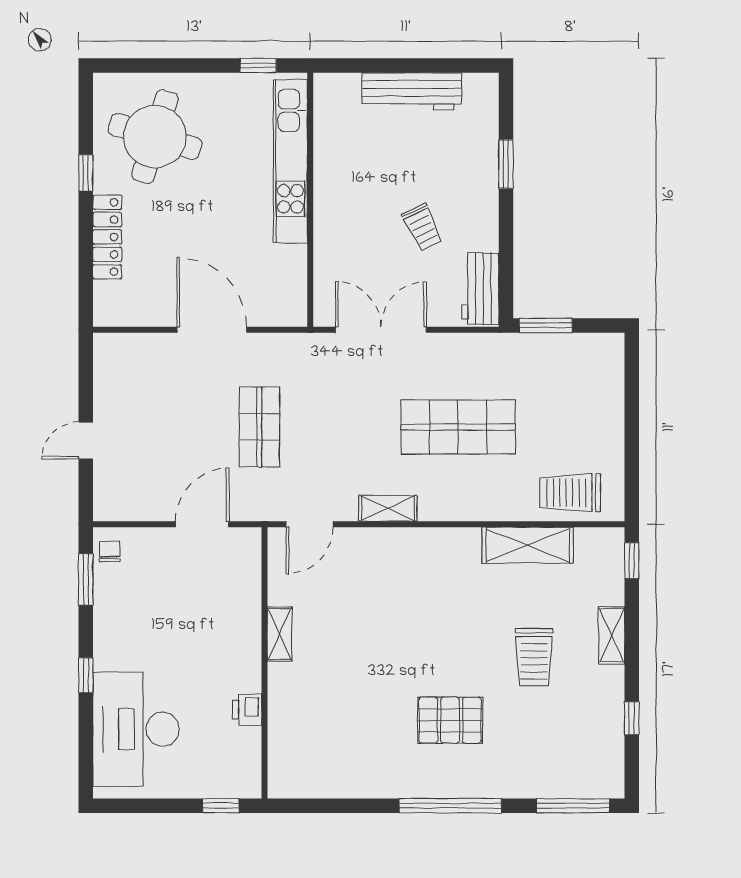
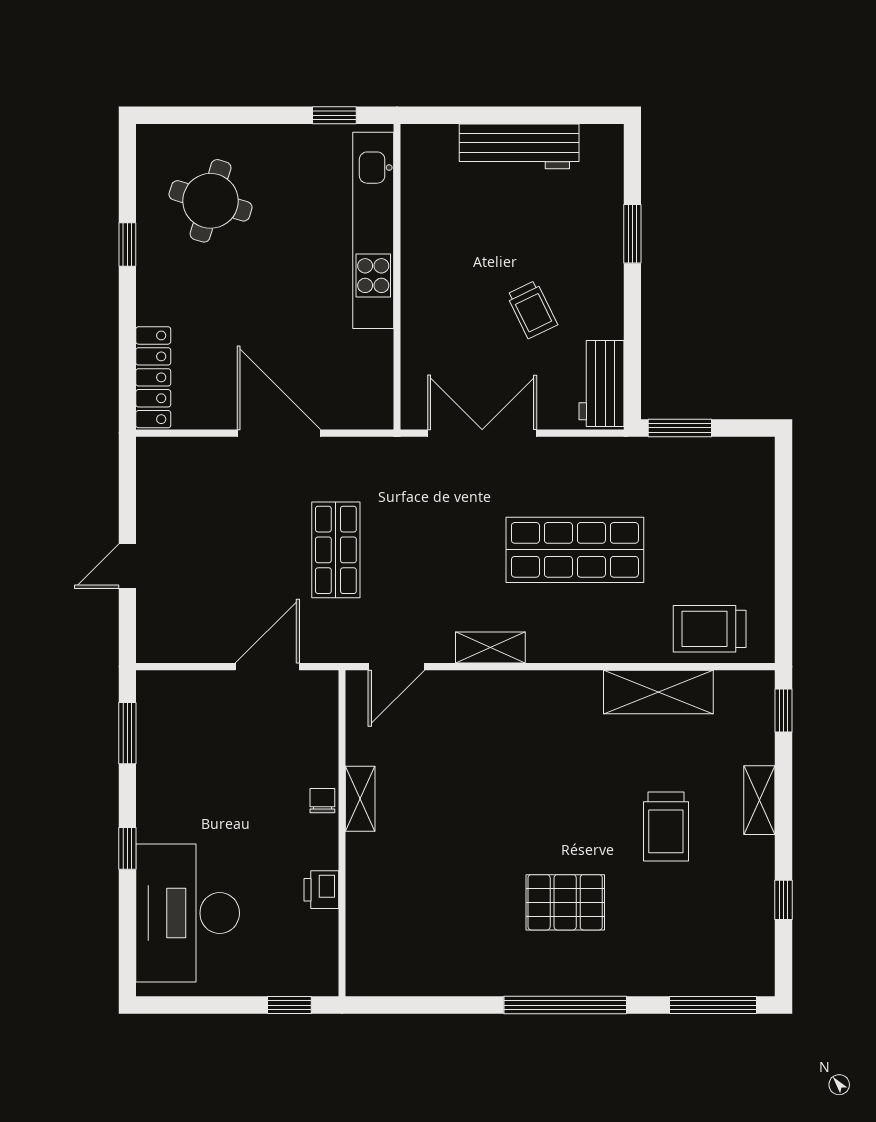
round table: (155, 137) -> (211, 201), width x0.73, depth x0.73
locker: (107, 237) -> (153, 377), moved
chair: (110, 552) -> (322, 801), moved

